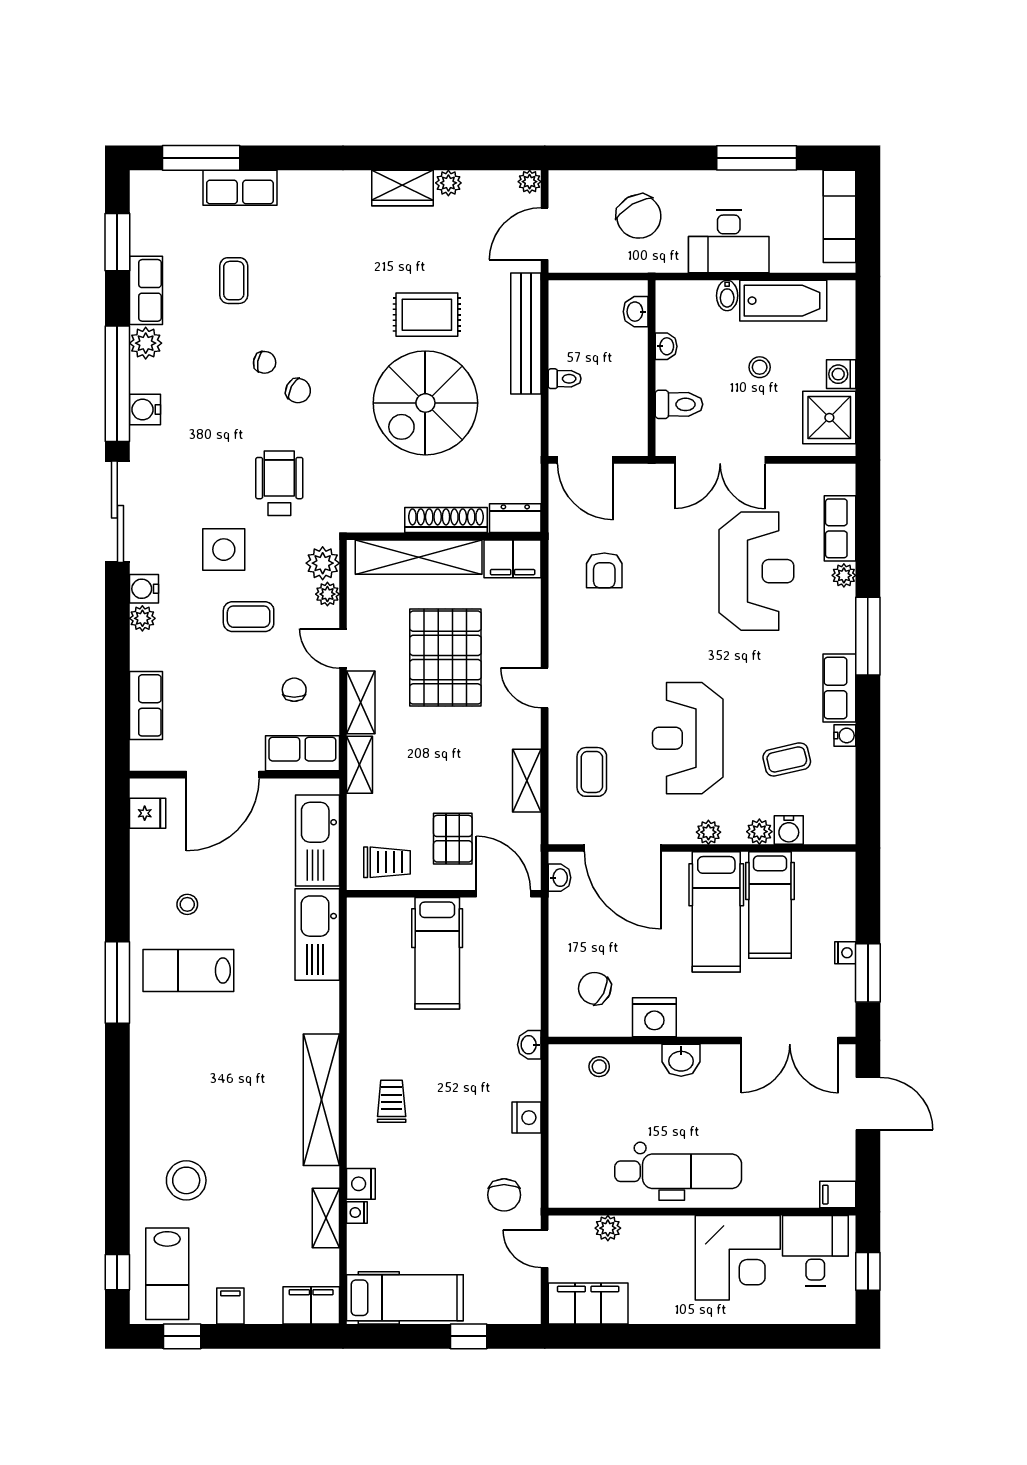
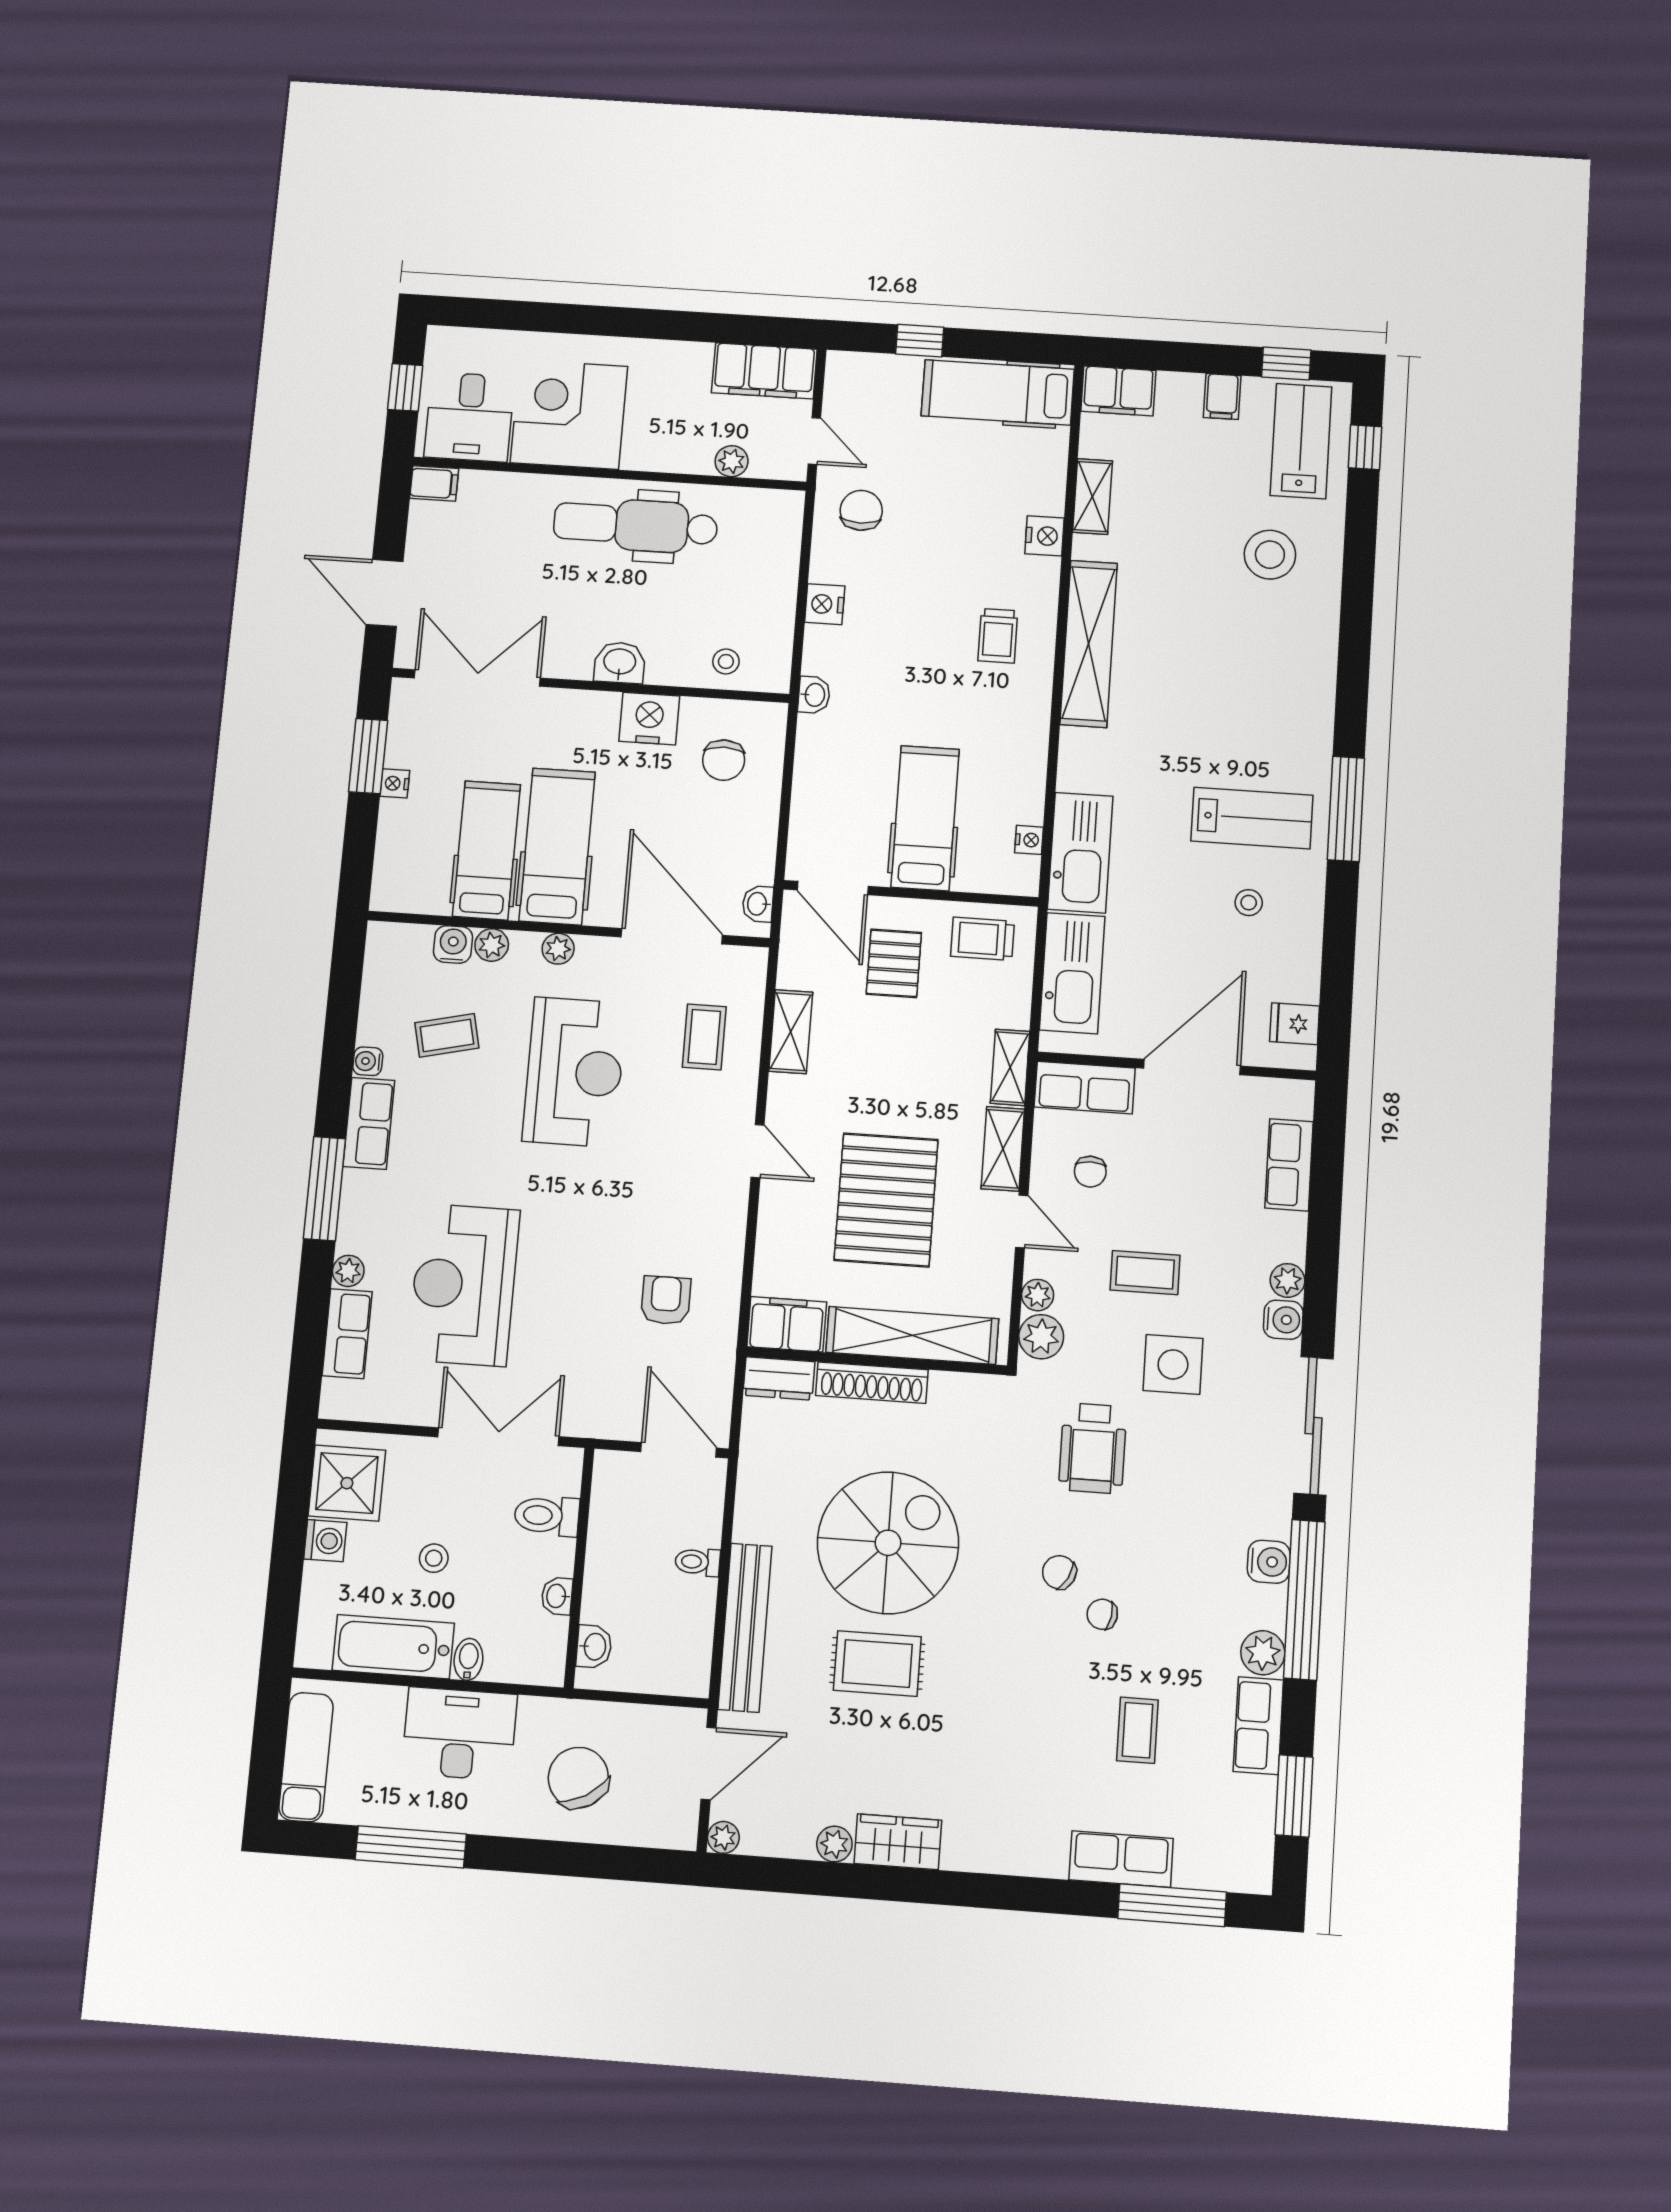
chair: (595, 988) -> (724, 760), turned 64
nightstand: (357, 1213) -> (1029, 840), moved

